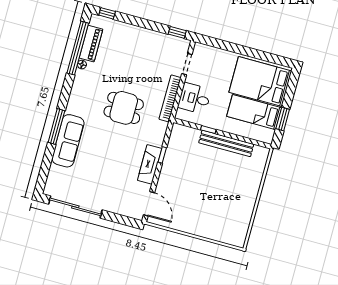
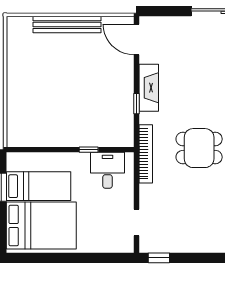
bookcase: (170, 98) -> (146, 154), moved
desk: (194, 98) -> (107, 170), moved, turned -90
bench: (226, 143) -> (67, 25), moved

